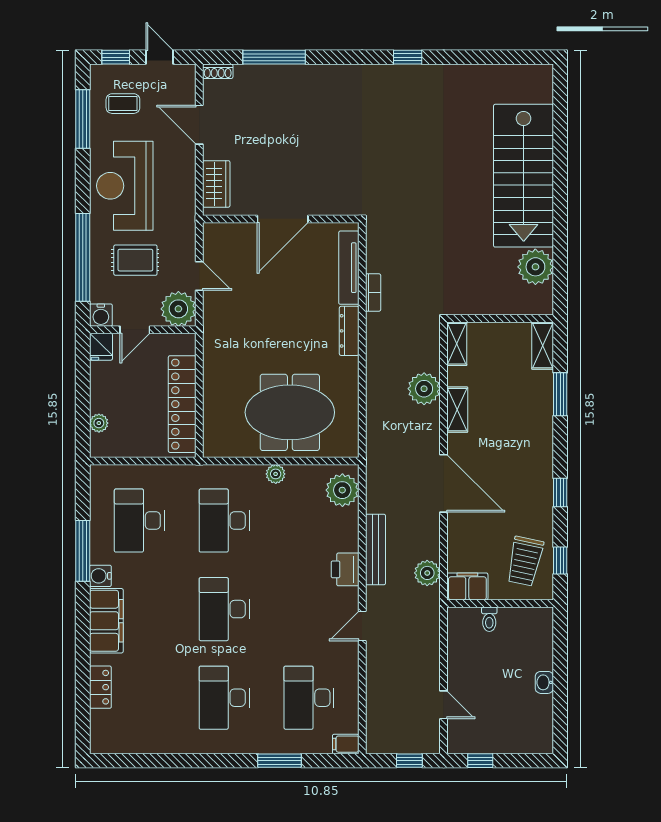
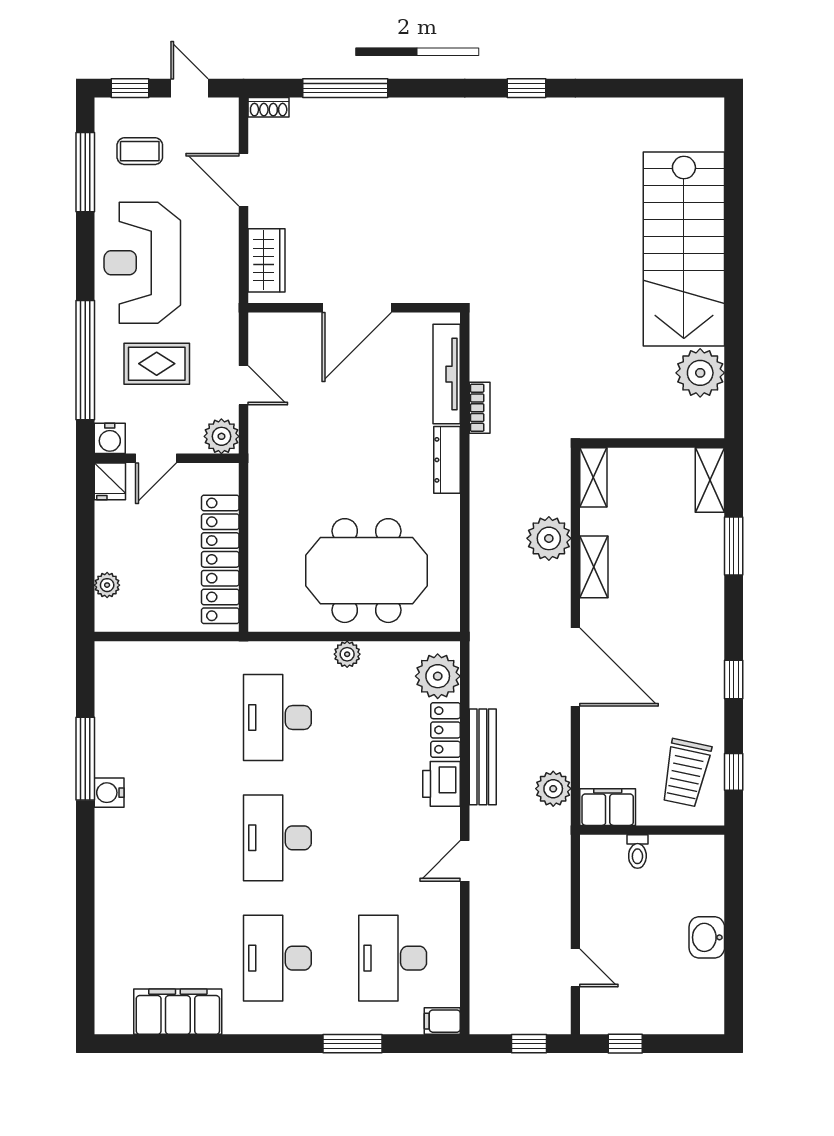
plant: (178, 309) -> (221, 436), width x0.73, depth x0.73
desk: (139, 521) -> (162, 718), removed
filing cabinet: (106, 621) -> (178, 1012), moved, turned -90
washbasin: (544, 682) -> (707, 937), width x1.38, depth x1.45
locker: (100, 687) -> (446, 730), moved, turned 180

